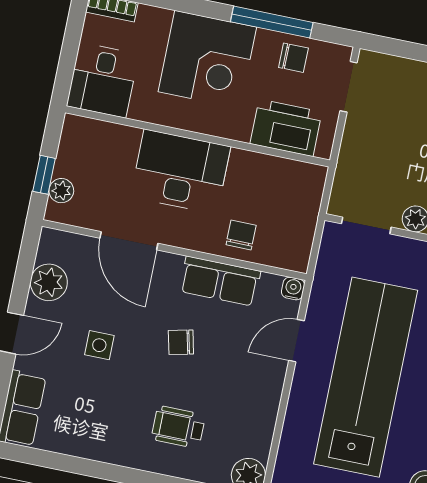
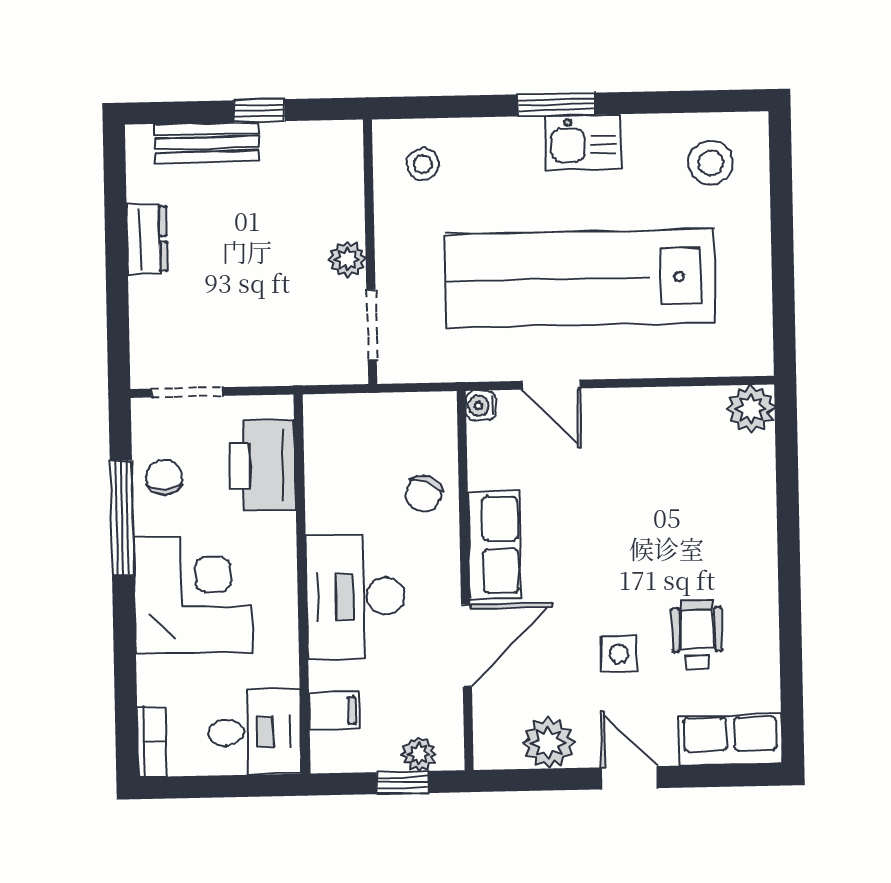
filing cabinet: (105, 139) -> (334, 711), added
chair: (241, 235) -> (424, 494), turned -69
row of seats: (220, 281) -> (494, 545), moved
chair: (181, 342) -> (590, 543), removed
wheelchair: (178, 427) -> (697, 635), moved, turned 180

